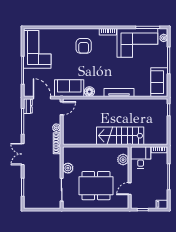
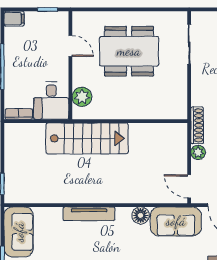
door: (62, 108) -> (189, 186), hinge flipped
plant: (68, 168) -> (178, 82), removed
door: (130, 189) -> (70, 46), hinge flipped

